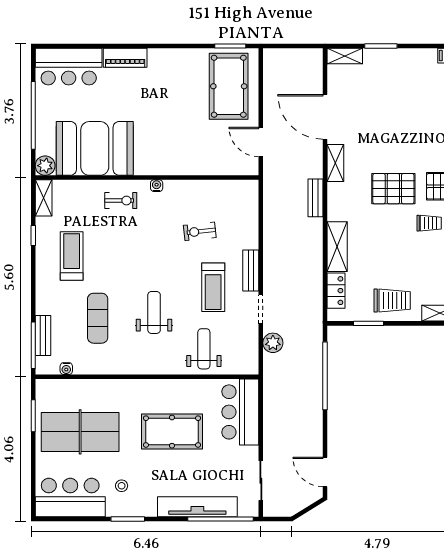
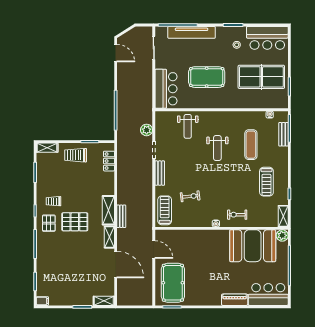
shelving: (337, 247) -> (108, 210), moved
treadmill: (213, 287) -> (165, 210), moved

